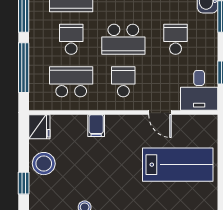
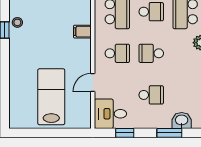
school desk: (123, 39) -> (151, 53), width x0.54
lab bench: (178, 165) -> (51, 97), turned 180

